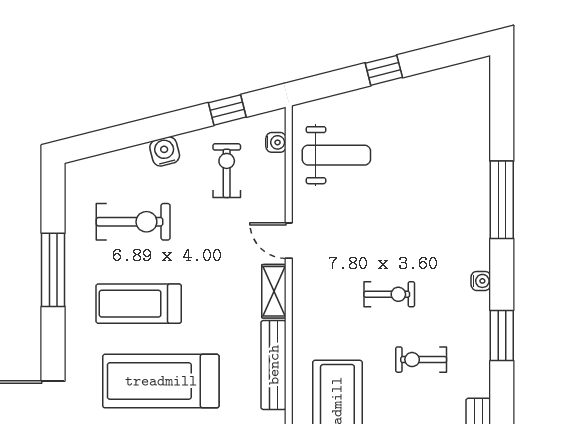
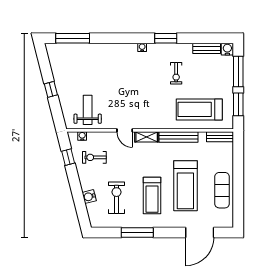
water cooler: (165, 151) -> (89, 197), moved
window: (502, 200) -> (73, 38), moved
door: (289, 241) -> (125, 130), hinge flipped
exercise bike: (389, 294) -> (148, 87), removed

